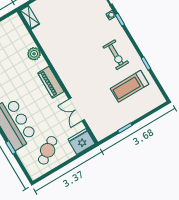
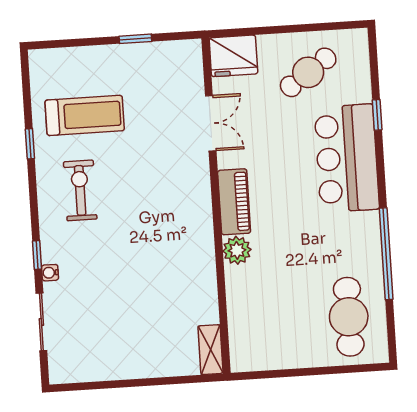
plant: (34, 54) -> (237, 250), moved

